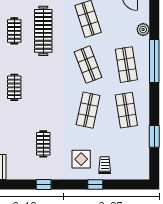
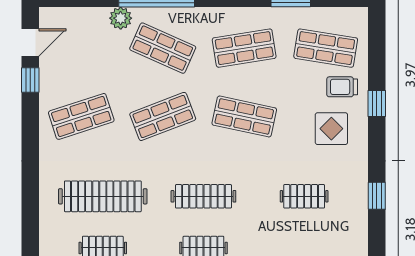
plant: (143, 30) -> (121, 18), moved
shop shelf: (126, 65) -> (163, 48), turned 33
clothes rail: (43, 87) -> (203, 196), added
shop shelf: (126, 156) -> (326, 48), added

